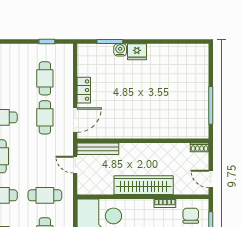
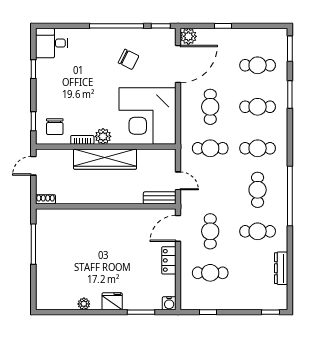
plant: (164, 49) -> (84, 304), added
water cooler: (120, 50) -> (169, 303), moved
cafe table: (45, 78) -> (210, 273), turned 90
bench: (98, 149) -> (160, 198), width x0.73
door: (211, 179) -> (33, 166), swing flipped
plant: (145, 206) -> (103, 136), added

